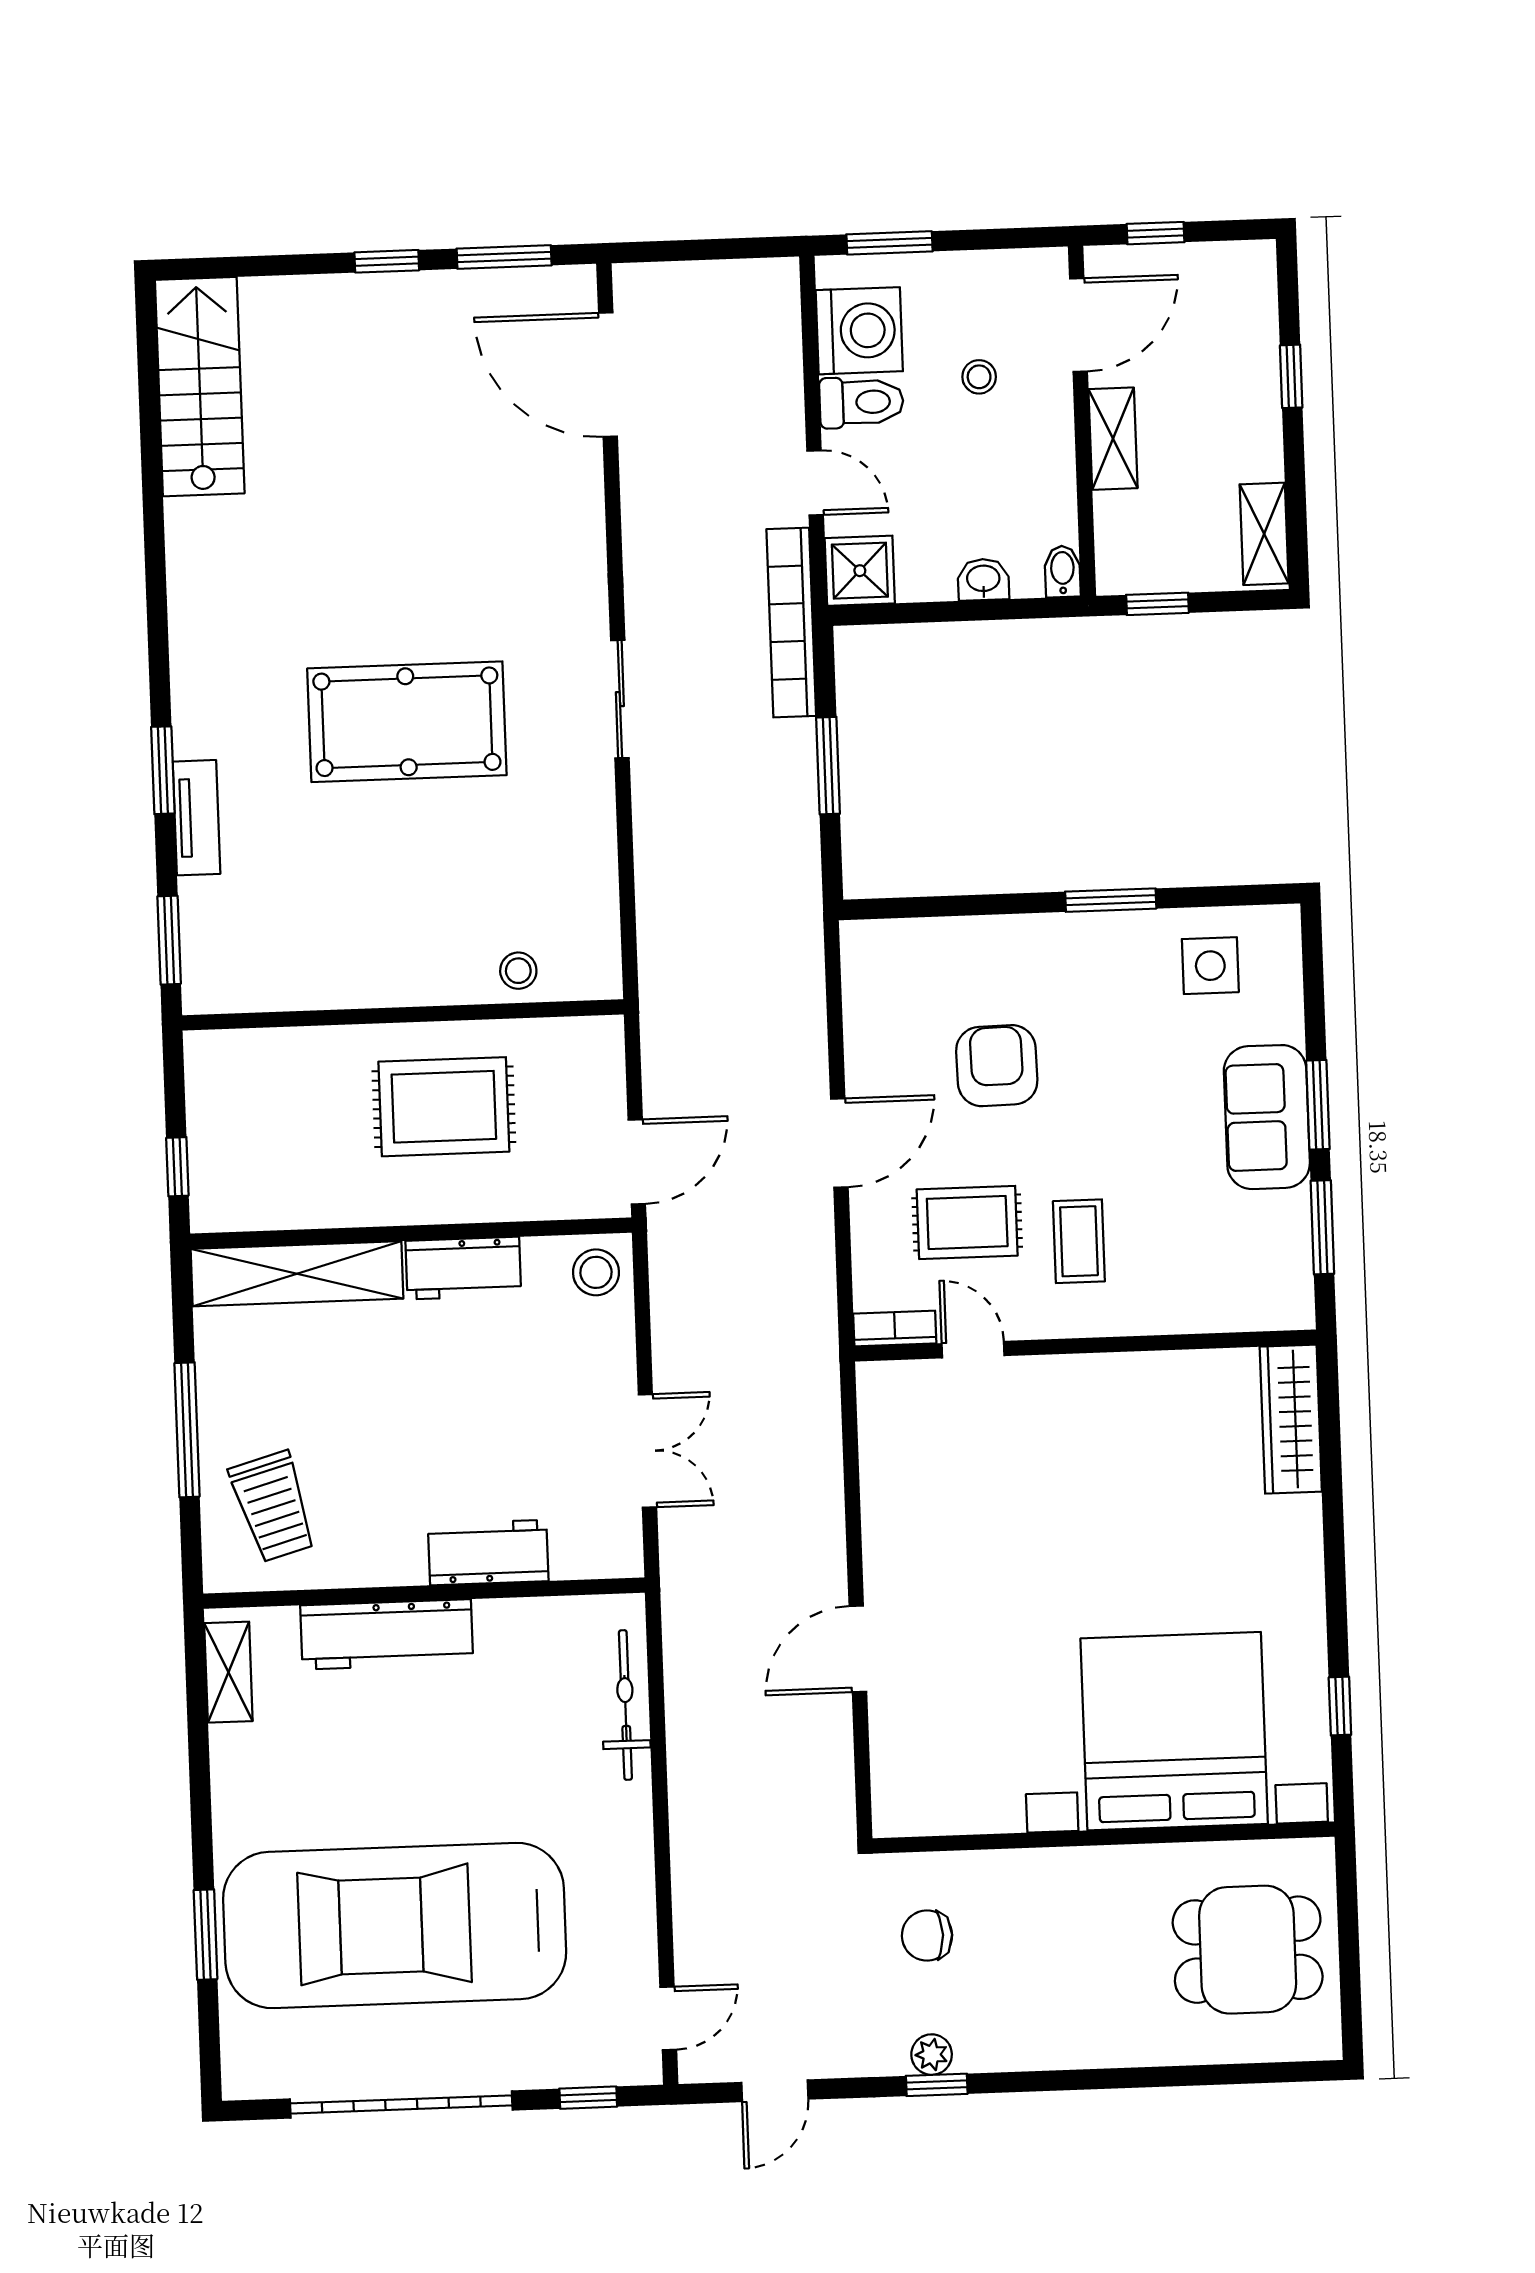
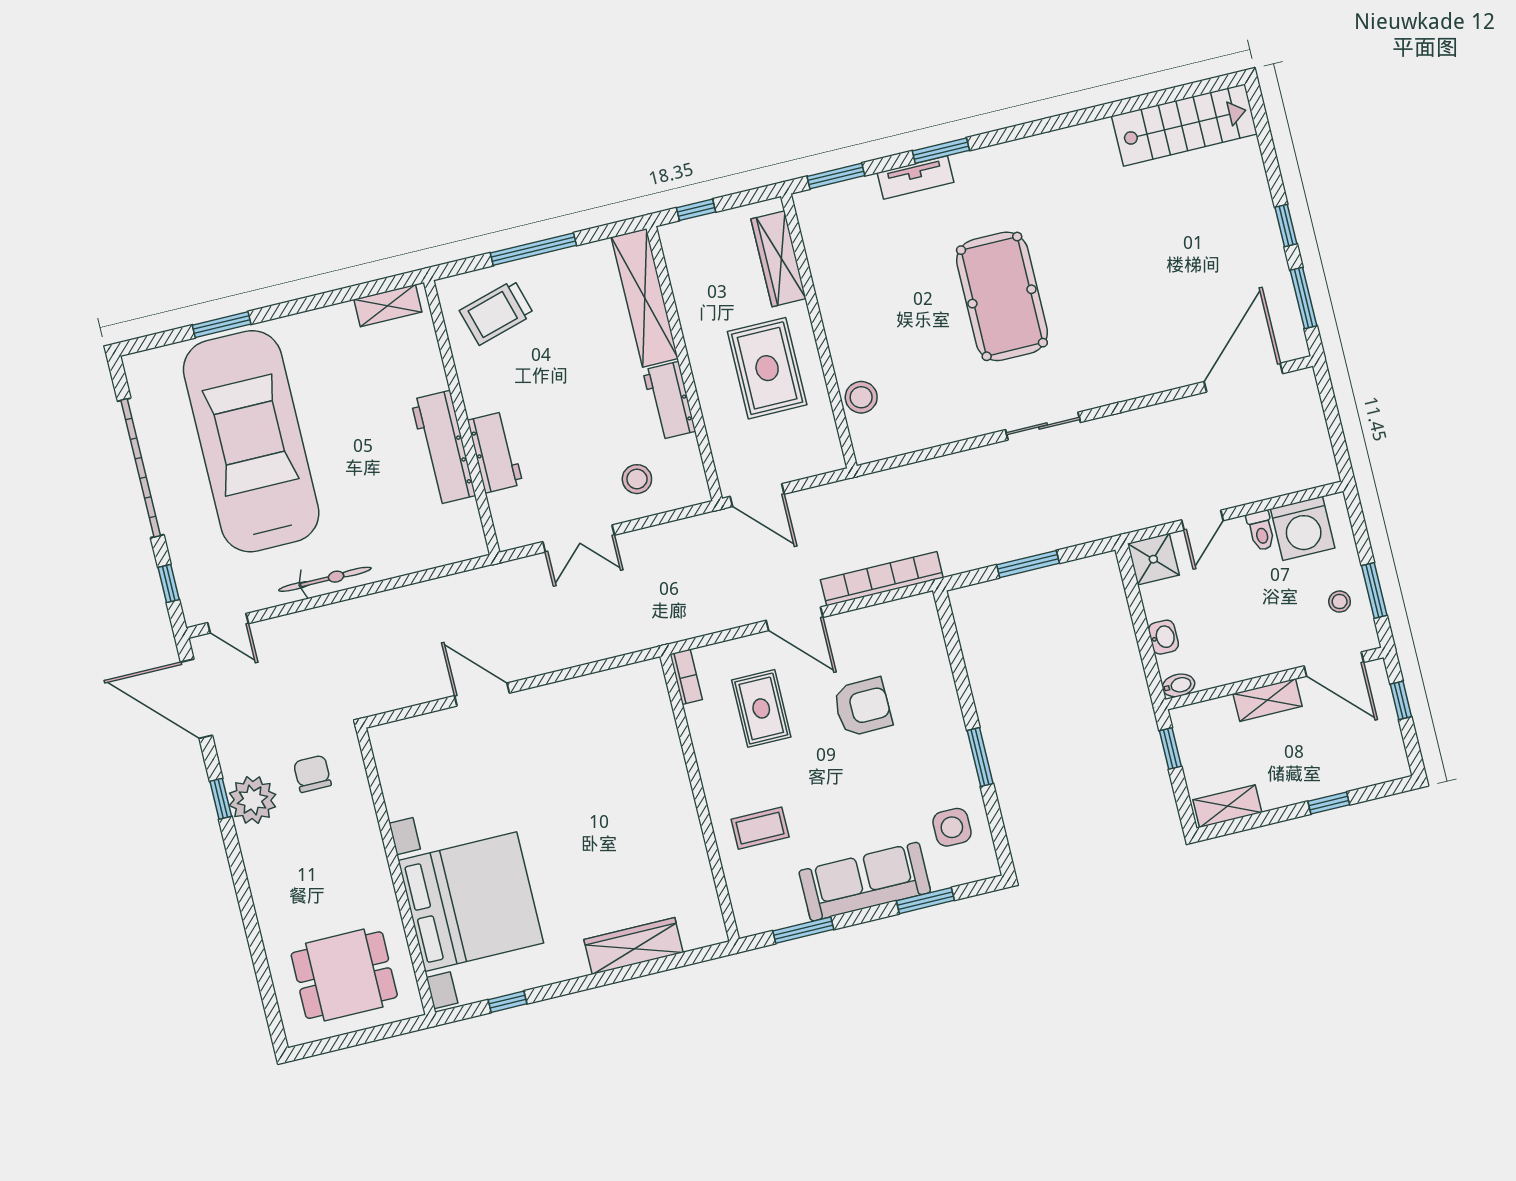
window: (889, 243) -> (1374, 591), moved
stool: (979, 377) -> (1340, 602), moved
toilet: (861, 402) -> (1261, 531), width x0.73, depth x0.72
bookcase: (791, 623) -> (882, 579), moved
stool: (518, 971) -> (861, 397), width x1.37, depth x1.37
wardrobe: (279, 1055) -> (778, 259), added
window: (1318, 1105) -> (925, 901), moved
sofa: (1267, 1117) -> (865, 882), width x1.36
coffee table: (1079, 1241) -> (760, 828), moved
stool: (596, 1272) -> (637, 479), moved
door: (973, 1350) -> (683, 728), removed
wardrobe: (1291, 1419) -> (634, 946), moved
workbench: (387, 1634) -> (443, 448), moved
bicycle: (625, 1705) -> (325, 579), moved
dining table: (1248, 1950) -> (344, 975), turned 90
plant: (932, 2055) -> (252, 800), width x1.87, depth x1.87
door: (775, 2091) -> (197, 699), width x1.88

